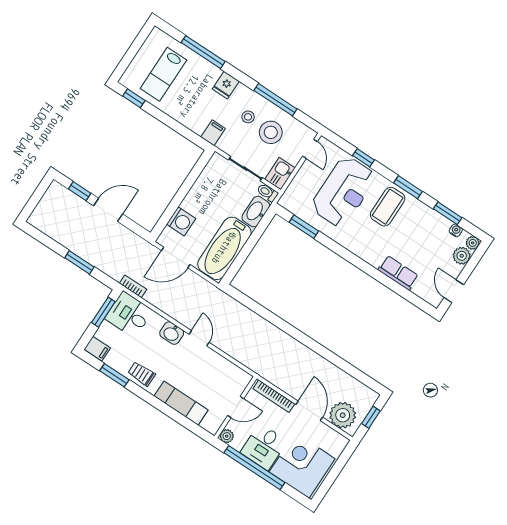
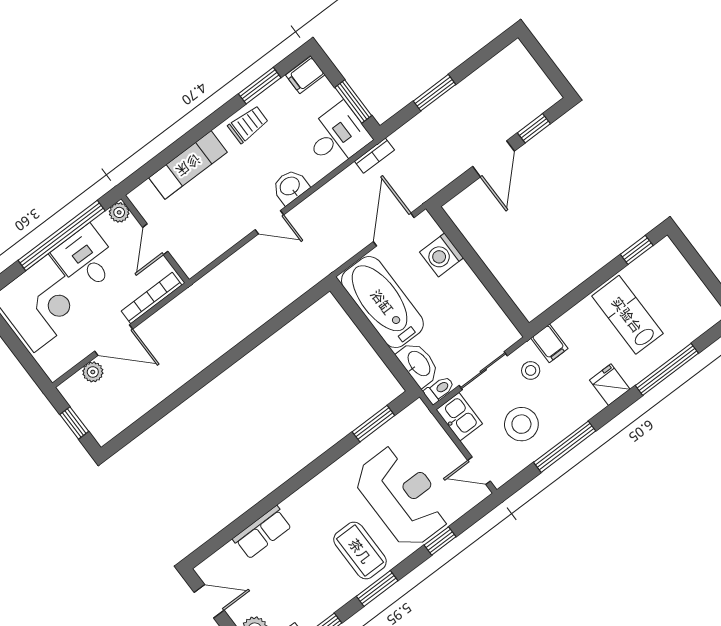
lab bench: (163, 74) -> (627, 315), moved
stool: (248, 117) -> (531, 370), moved
reception desk: (343, 192) -> (403, 496), turned 180
plant: (343, 415) -> (93, 372), width x0.53, depth x0.53

